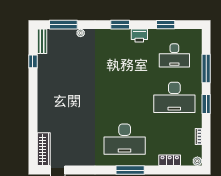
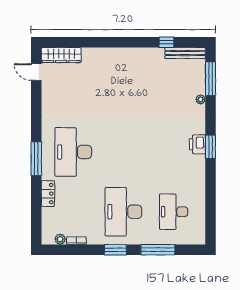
window: (166, 25) -> (210, 201), removed
printer: (139, 36) -> (197, 144), moved
bench: (42, 41) -> (185, 53), width x1.36
locker: (170, 160) -> (48, 194), moved
plant: (197, 161) -> (60, 239), moved

